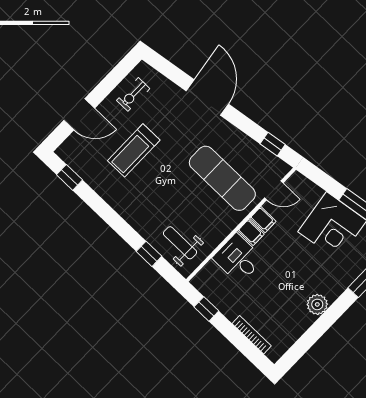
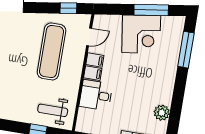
exercise mat: (222, 178) -> (52, 51), turned 90
plant: (317, 304) -> (162, 113), moved

